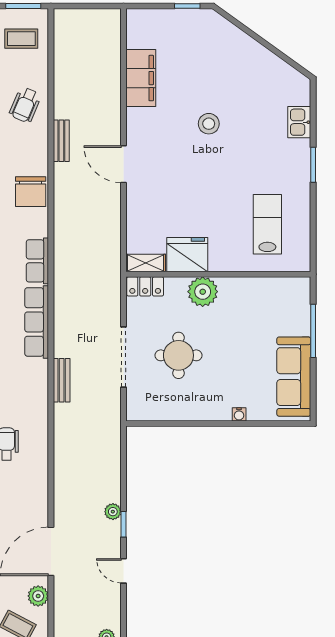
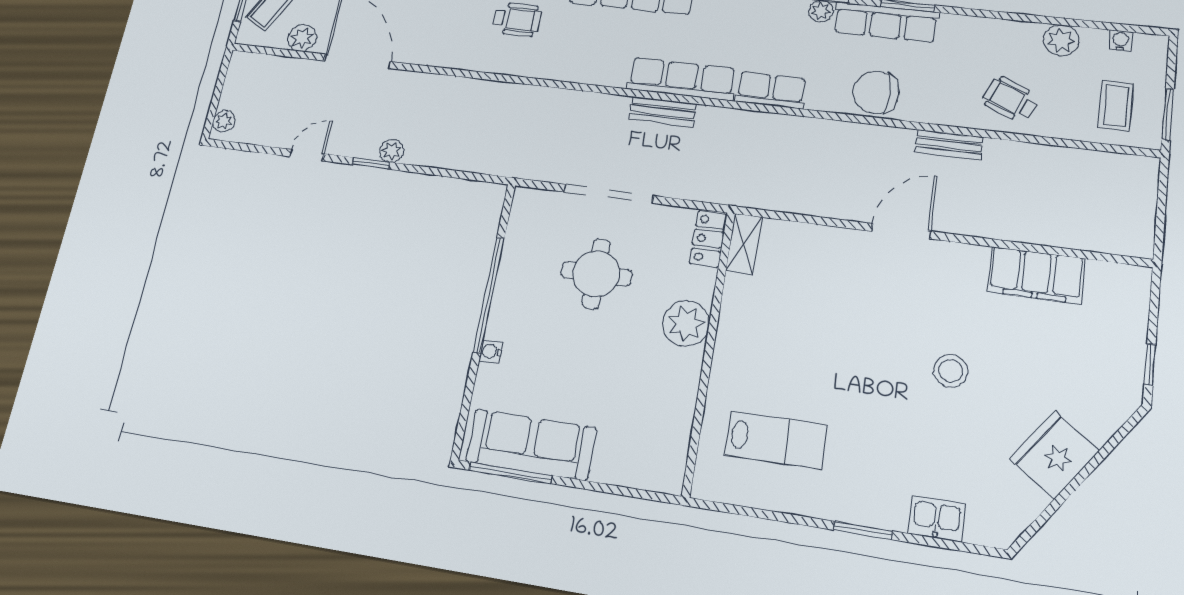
fridge: (187, 255) -> (1054, 455), moved, turned -144
window: (313, 331) -> (510, 473), moved
bench: (62, 380) -> (662, 112), moved
window: (202, 424) -> (489, 295), added

